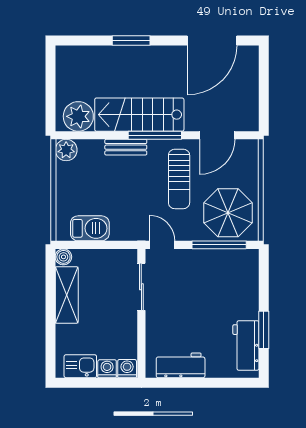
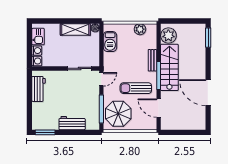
window: (131, 40) -> (208, 38), moved
door: (212, 40) -> (208, 93), moved
plant: (66, 150) -> (140, 29), moved
window: (264, 330) -> (45, 132), moved
workbench: (246, 345) -> (72, 123), moved

